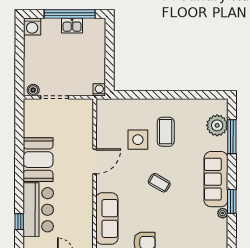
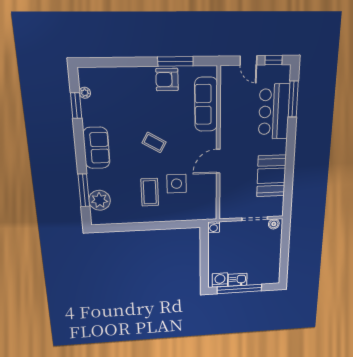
washing machine: (32, 26) -> (220, 280), moved
booth: (38, 160) -> (271, 176), moved
sofa: (216, 179) -> (96, 148), width x0.73
window: (232, 201) -> (76, 106), moved
plant: (223, 213) -> (85, 93), moved
window: (19, 222) -> (293, 99), width x2.17

